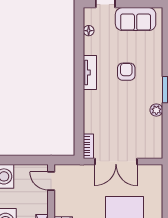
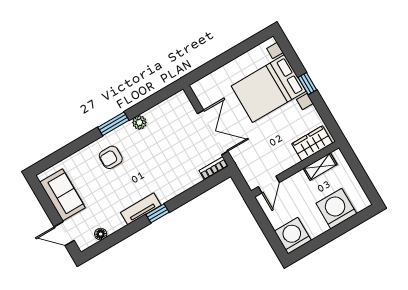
armchair: (126, 72) -> (111, 157), moved
window: (79, 83) -> (158, 213), added

